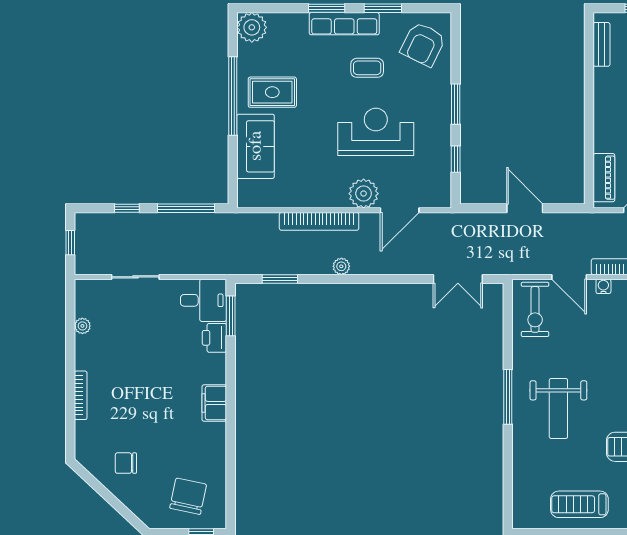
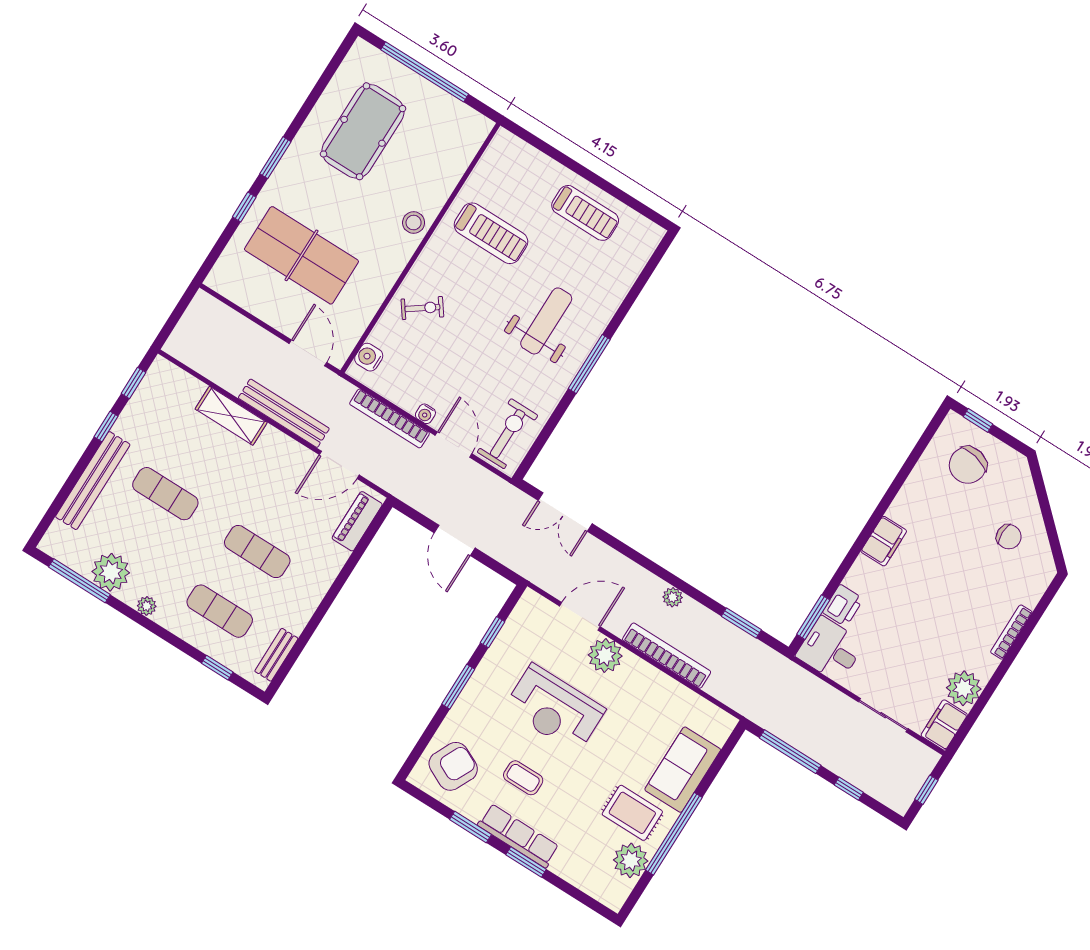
plant: (252, 27) -> (631, 860), moved
double door: (458, 279) -> (565, 512), swing flipped
filing cabinet: (87, 298) -> (944, 725), added
plant: (82, 326) -> (964, 688), width x1.88, depth x1.88

